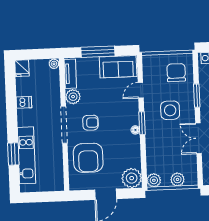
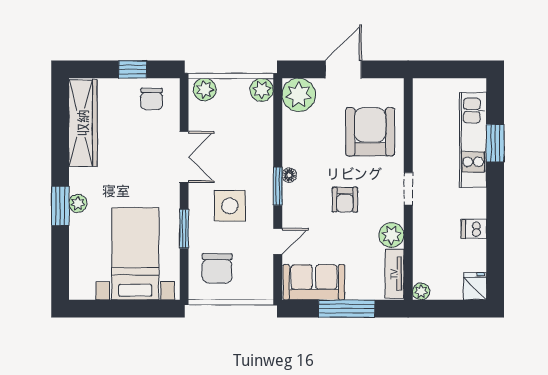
armchair: (90, 123) -> (345, 200), moved, turned -90
doorway: (64, 125) -> (408, 189), width x0.53
plant: (177, 179) -> (205, 90), moved

